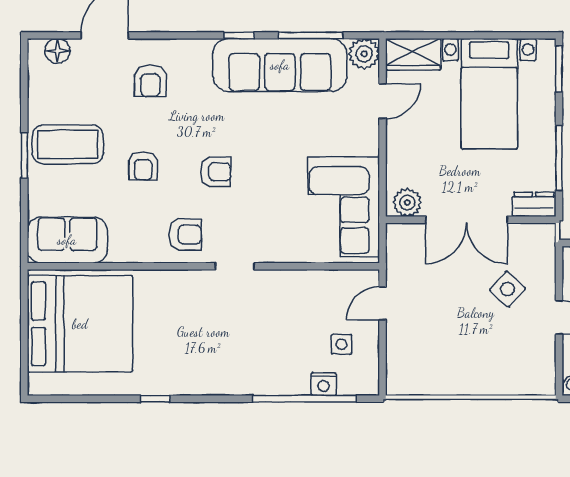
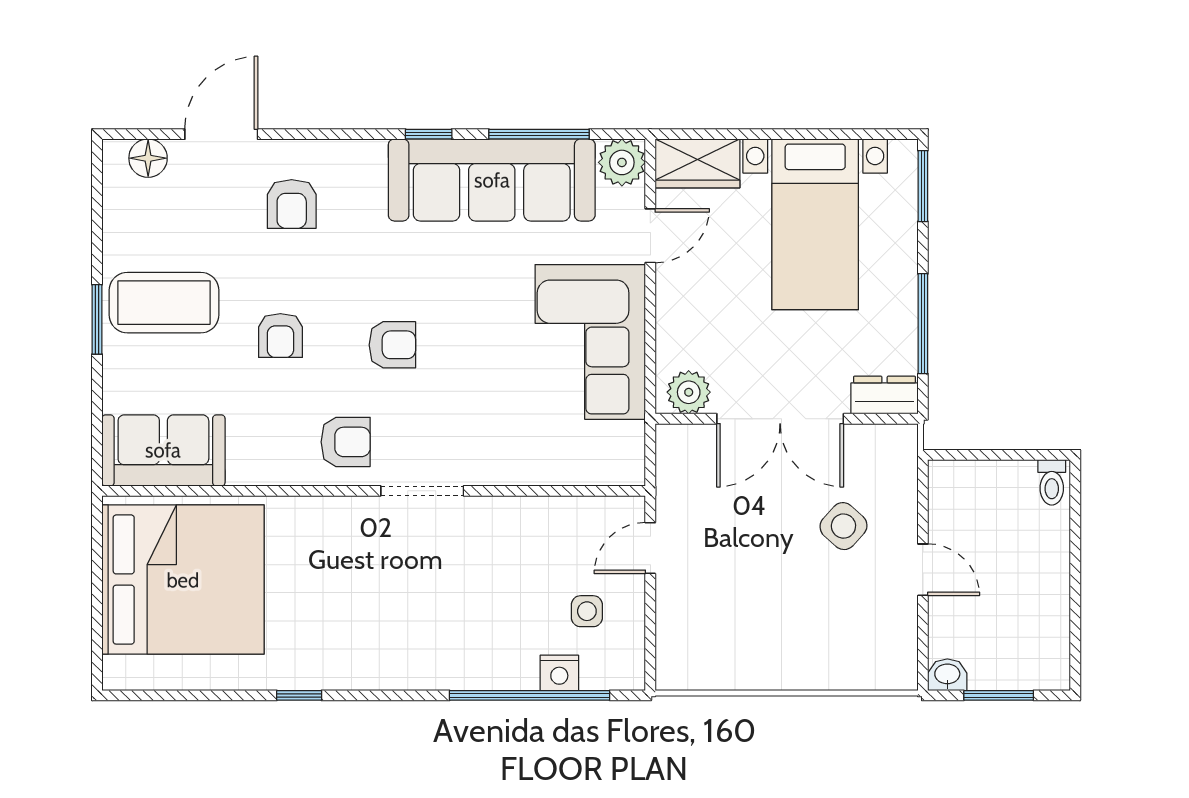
corner sofa: (344, 207) -> (590, 342), moved
doorway: (235, 266) -> (422, 491), width x1.38

